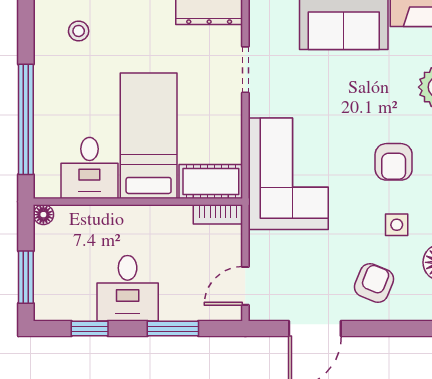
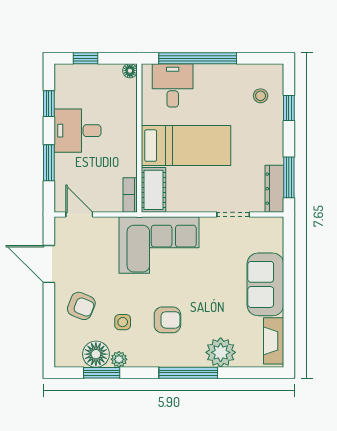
armchair: (394, 162) -> (167, 320), turned 180
desk: (89, 168) -> (173, 85), moved, turned 90
window: (26, 277) -> (85, 58), width x0.67

